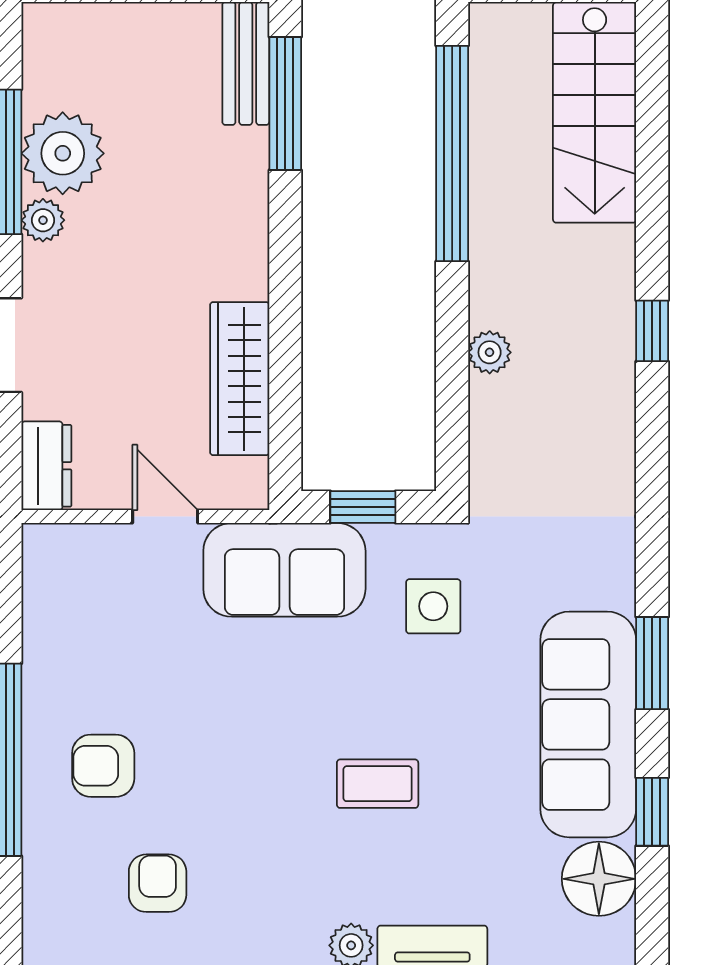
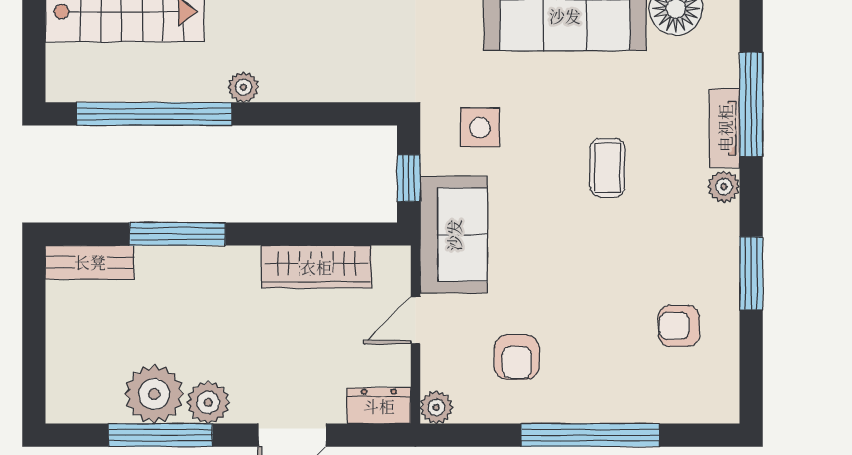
window: (285, 104) -> (177, 234), moved
plant: (43, 220) -> (208, 402), width x1.38, depth x1.38
plant: (490, 352) -> (243, 87), moved
plant: (44, 546) -> (436, 407), added
armchair: (103, 766) -> (517, 357), moved

